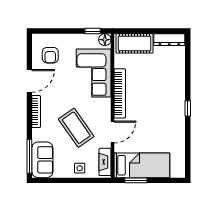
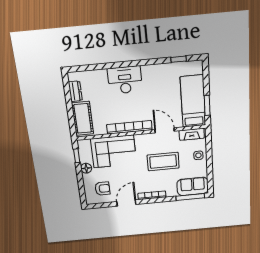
floor lamp: (105, 40) -> (86, 168), moved
dresser: (169, 40) -> (75, 91), width x0.70
door: (29, 81) -> (126, 203), hinge flipped
desk: (171, 94) -> (125, 80), added
window: (188, 108) -> (179, 59), moved
coffee table: (76, 128) -> (163, 162), turned 35

